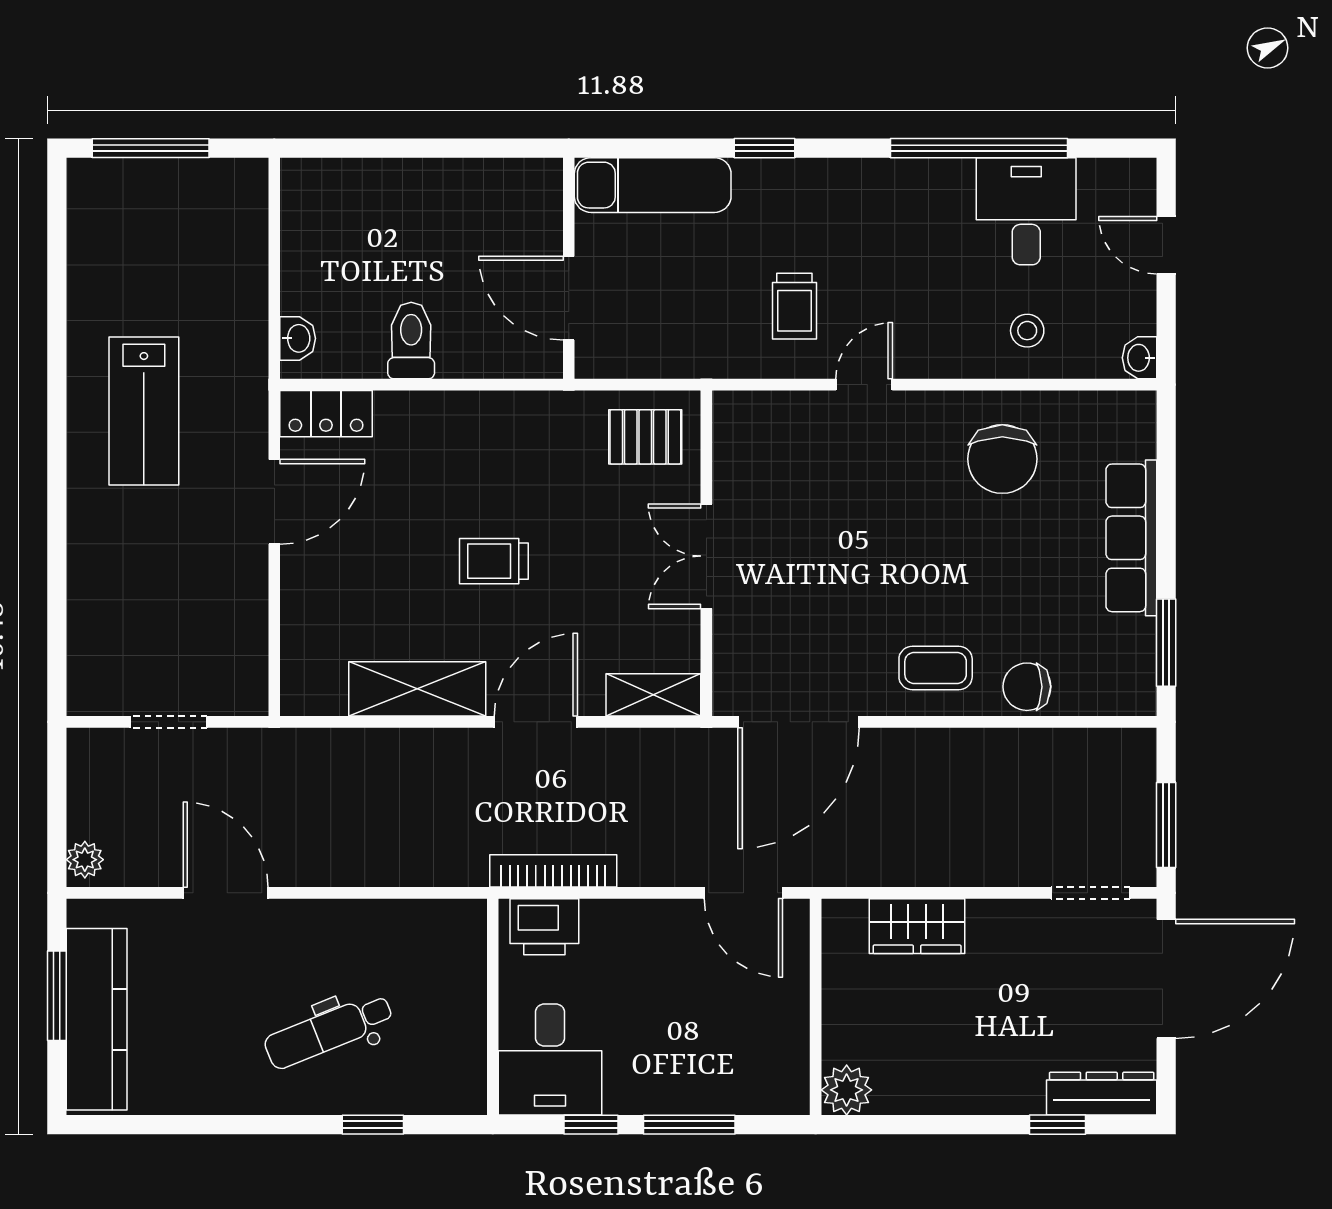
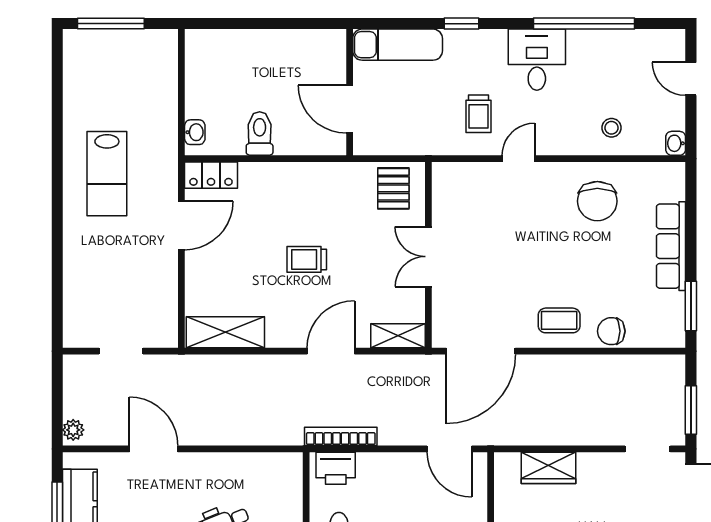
desk: (1026, 211) -> (537, 60), moved
pallet: (645, 437) -> (393, 188), turned 90
shelving: (417, 689) -> (225, 332), moved

